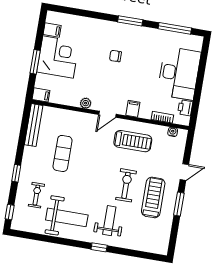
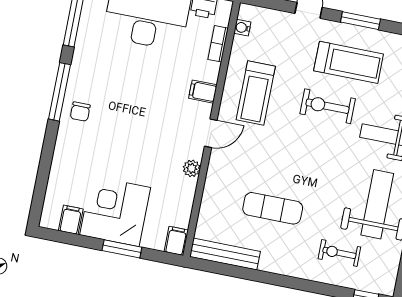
window: (130, 21) -> (59, 92), width x1.44
chair: (115, 56) -> (80, 112), moved
door: (107, 114) -> (211, 133), hinge flipped
treadmill: (133, 141) -> (256, 93), turned 180
window: (16, 173) -> (303, 285), removed
treadmill: (153, 197) -> (349, 62), turned 180

